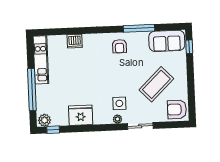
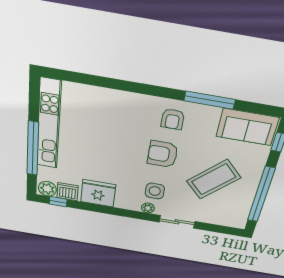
dishwasher: (75, 41) -> (67, 192), moved, turned 180
kitchen unit: (41, 60) -> (49, 124), width x1.36
window: (191, 89) -> (261, 195), added
armchair: (177, 109) -> (163, 154), moved

